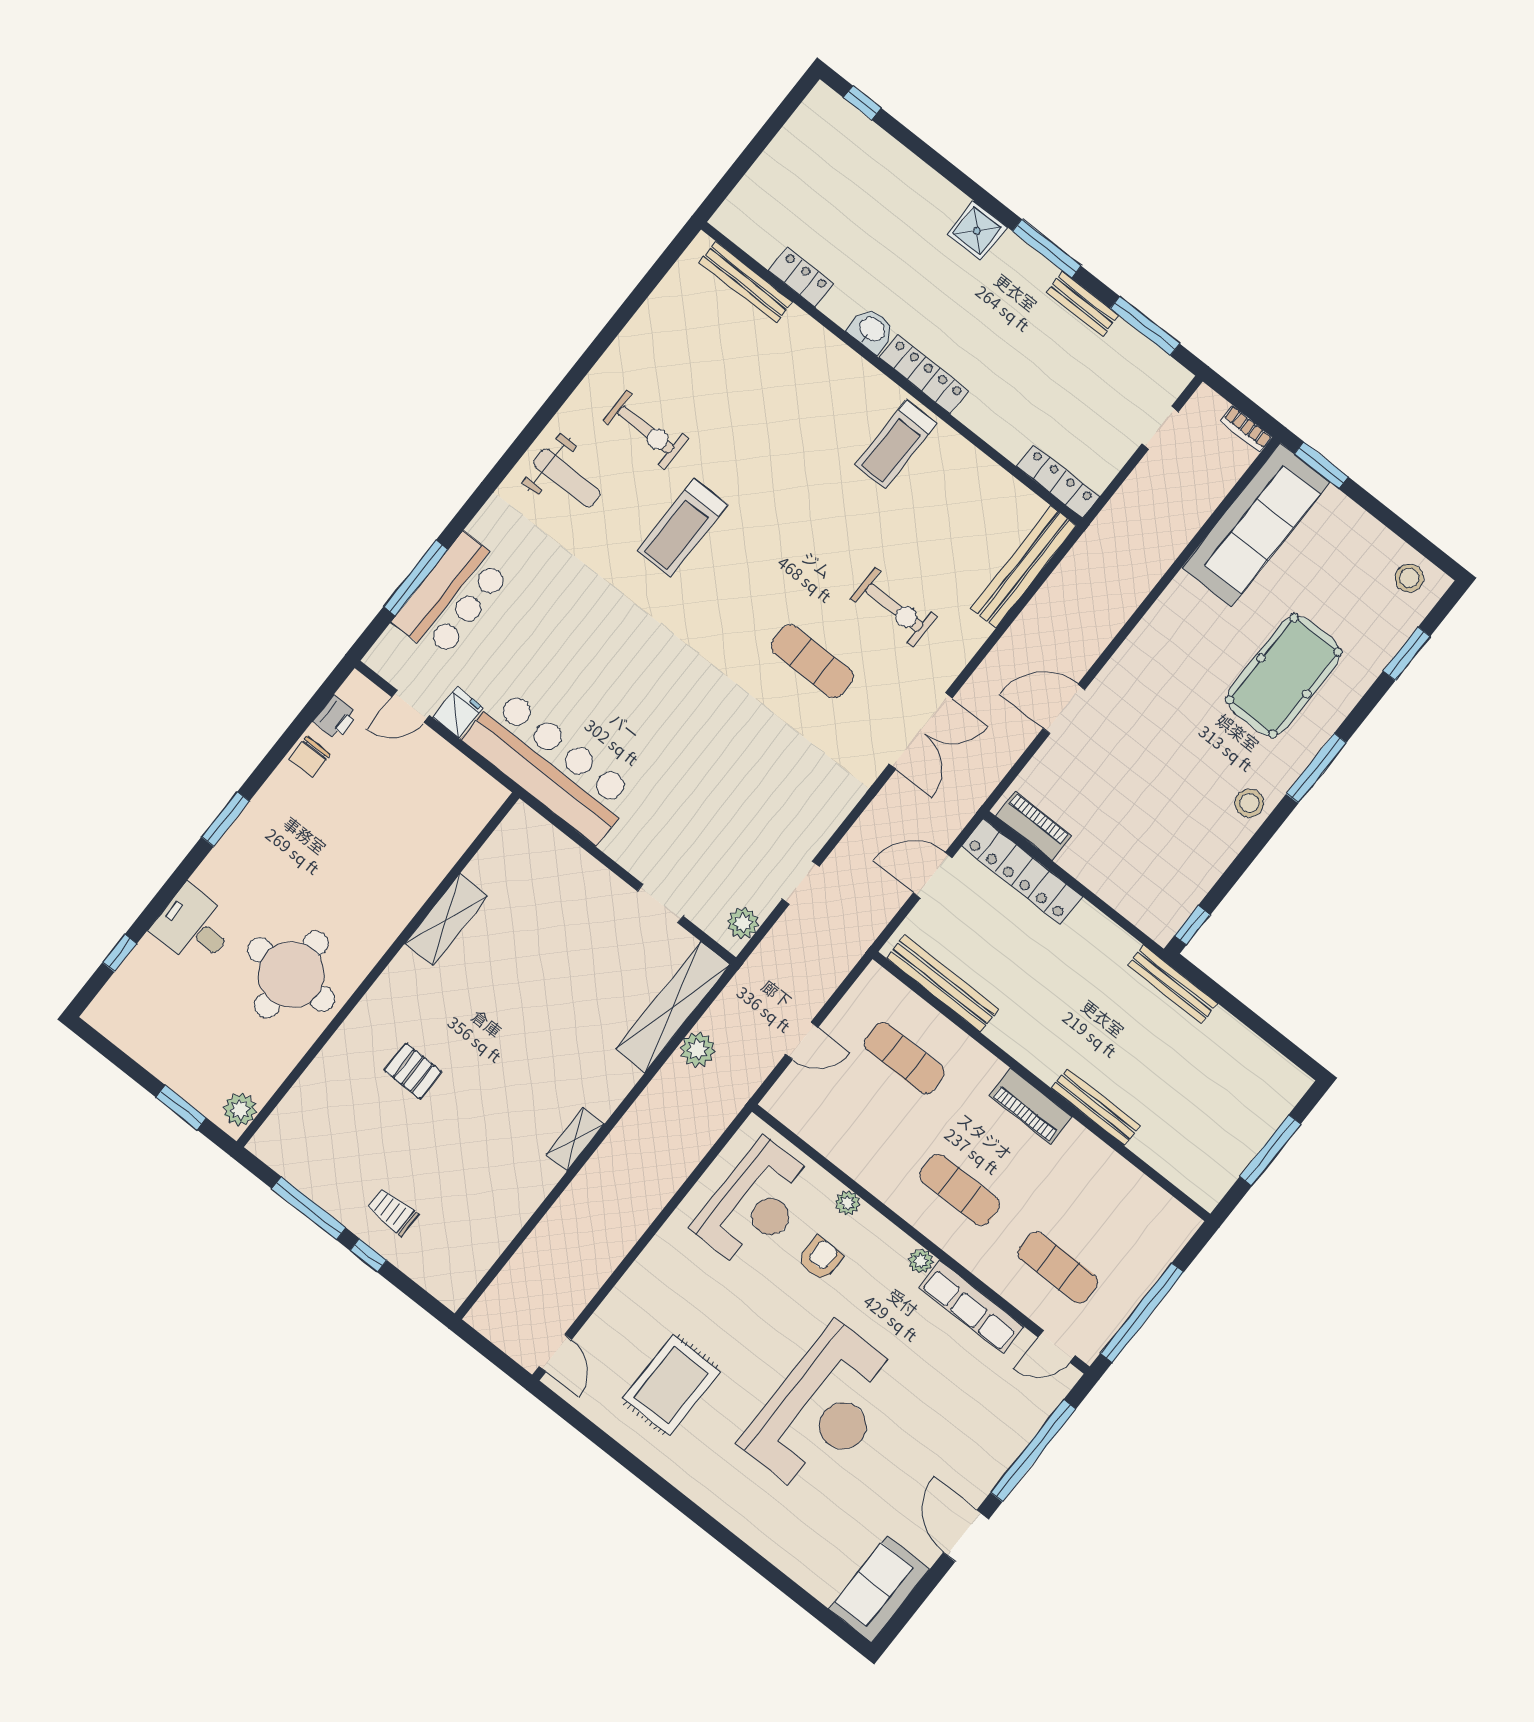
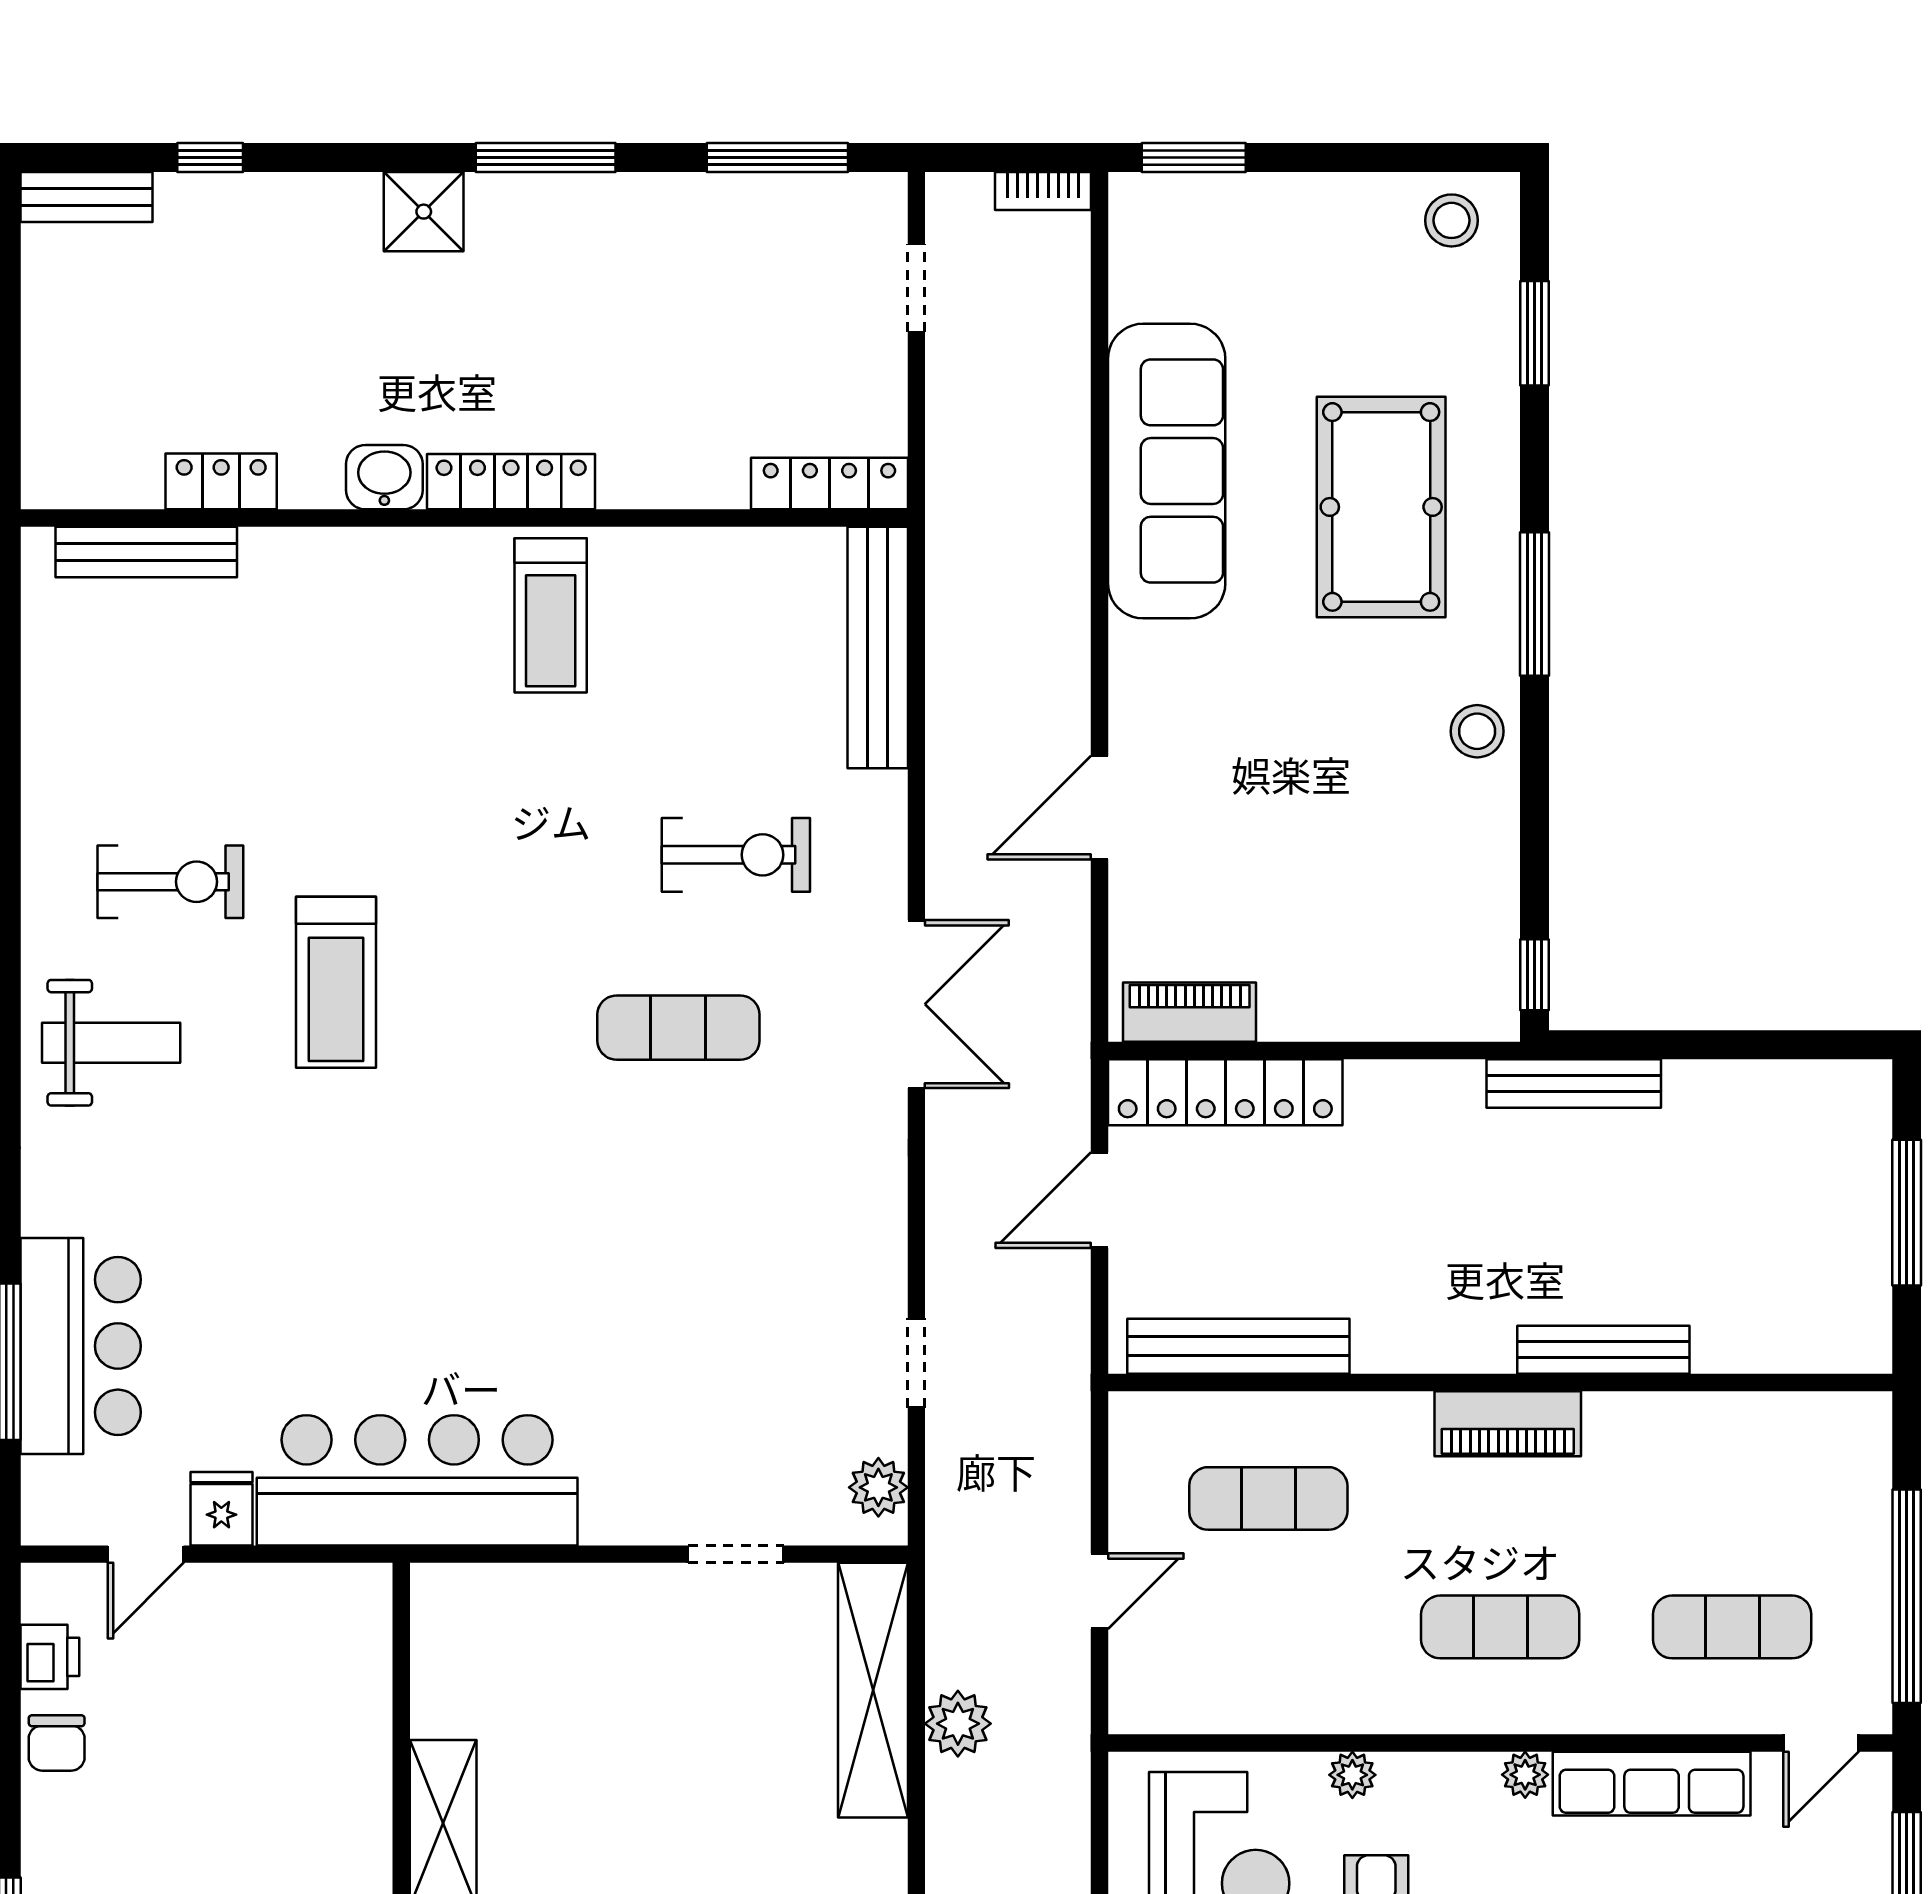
window: (862, 103) -> (210, 157), moved
bench: (1083, 304) -> (86, 197), moved
sofa: (1256, 525) -> (1167, 471), moved

